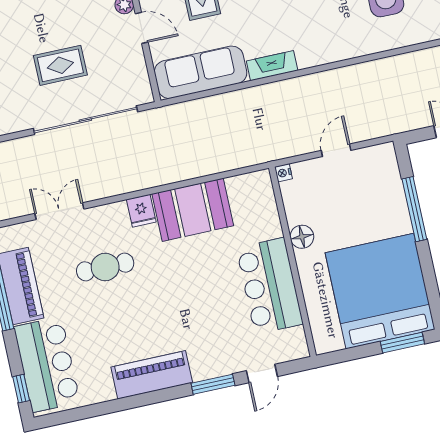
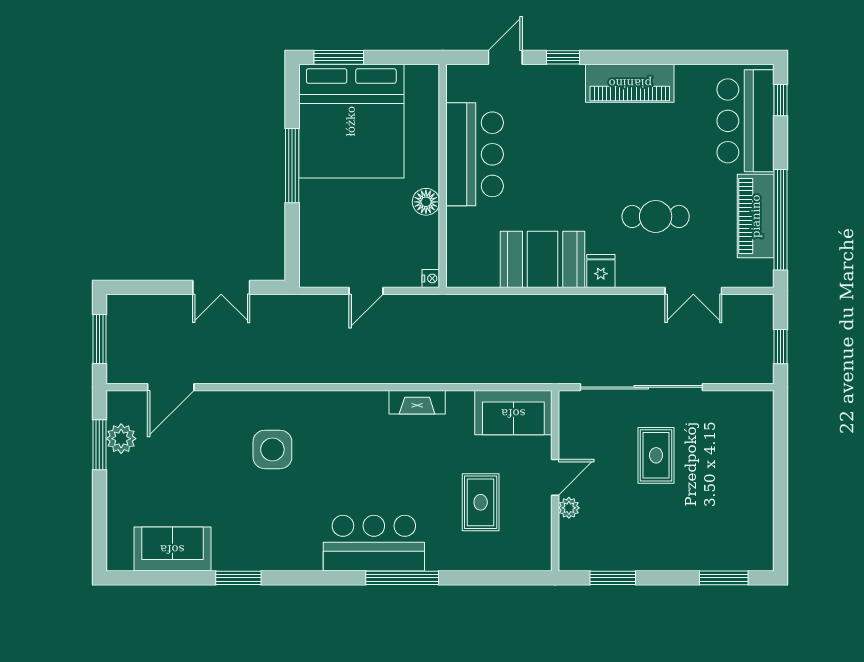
door: (142, 28) -> (555, 477), swing flipped
rug: (60, 65) -> (656, 455), turned 90
sofa: (201, 72) -> (513, 413), width x0.73
window: (414, 209) -> (292, 166), moved
window: (213, 384) -> (563, 57), width x0.67

